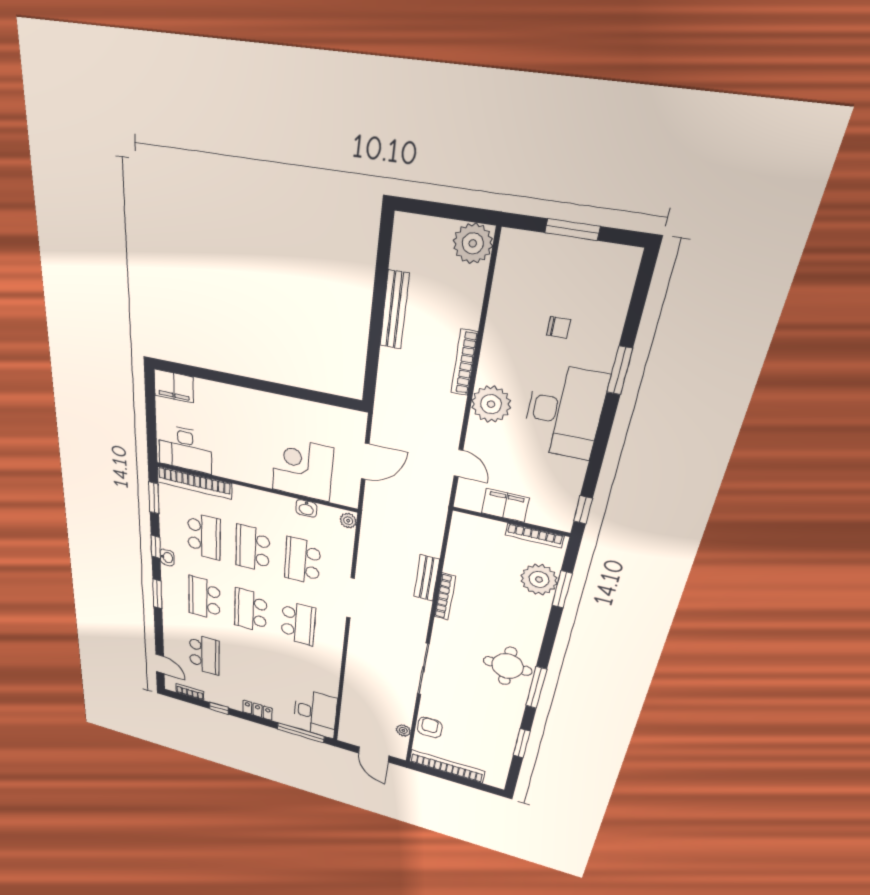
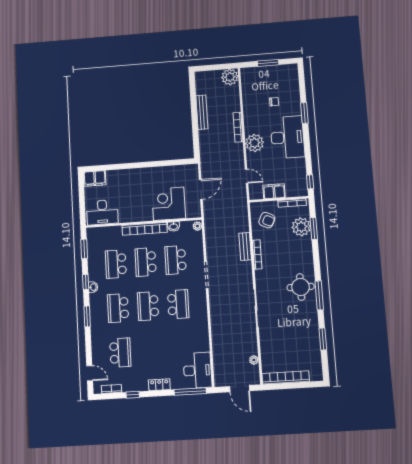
bookcase: (194, 483) -> (145, 229), moved
school desk: (204, 536) -> (116, 264), turned 180
armchair: (430, 727) -> (267, 220), moved, turned 116

